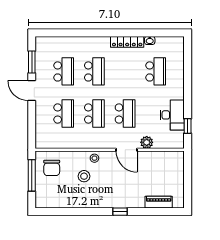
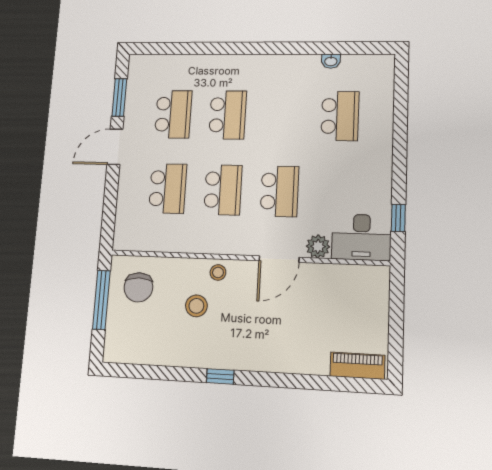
locker: (127, 42) -> (290, 63), removed
door: (32, 91) -> (115, 147), hinge flipped
desk: (172, 115) -> (361, 237), moved, turned 90
door: (127, 150) -> (279, 259), hinge flipped
piano: (159, 202) -> (357, 366), moved
window: (120, 212) -> (220, 376), moved

